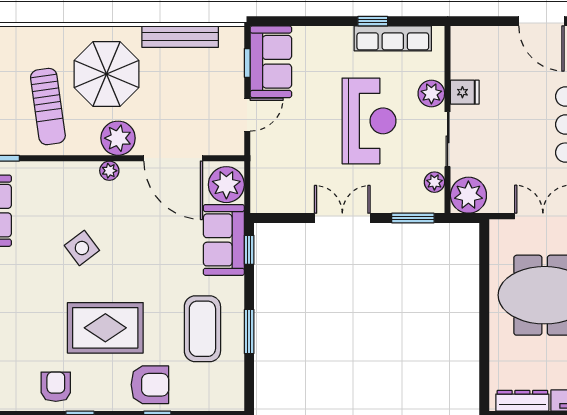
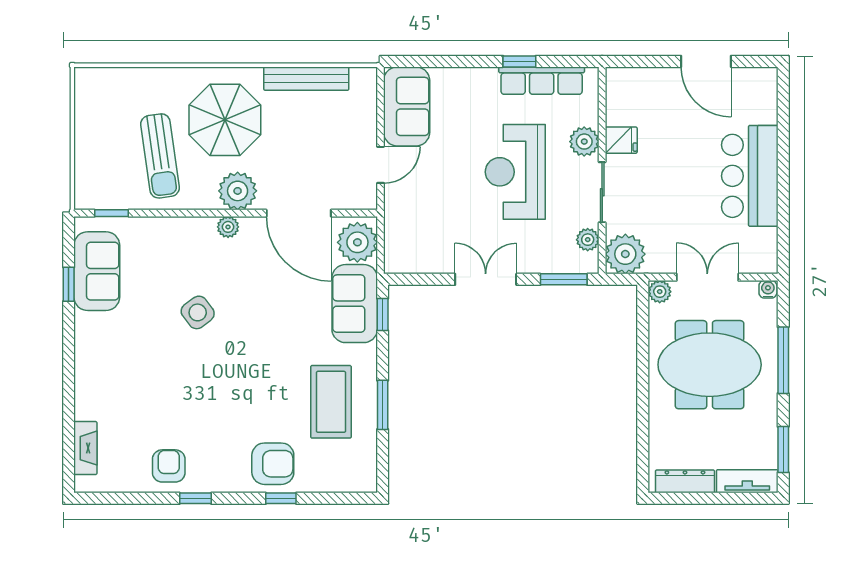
window: (247, 63) -> (381, 108), removed
reception desk: (369, 121) -> (515, 172), turned 180
plant: (500, 229) -> (660, 292), added
rug: (105, 328) -> (223, 401), removed

